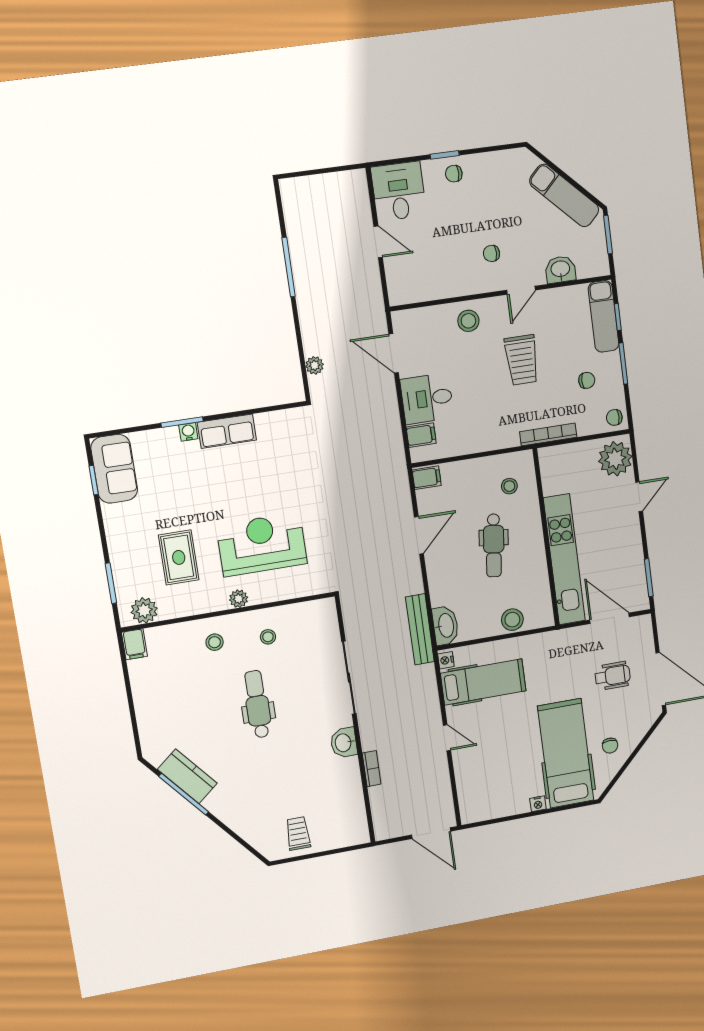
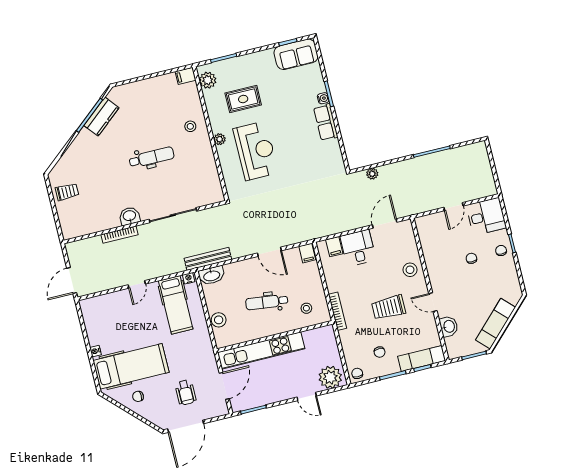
chair: (491, 253) -> (471, 258), moved
bookcase: (548, 434) -> (337, 311), moved
stool: (268, 637) -> (196, 160), removed
bookcase: (372, 769) -> (119, 235), width x1.56

